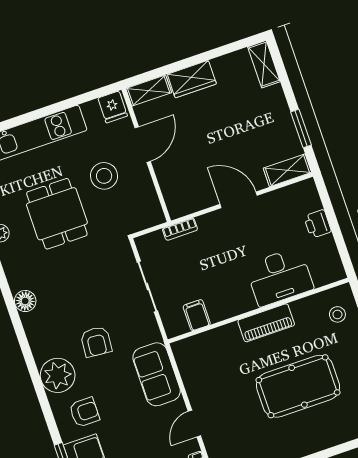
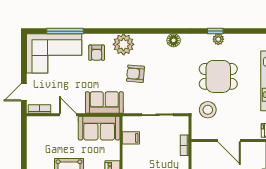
door: (143, 145) -> (229, 140), moved
stool: (104, 176) -> (208, 110), moved
sofa: (198, 369) -> (99, 128), added

